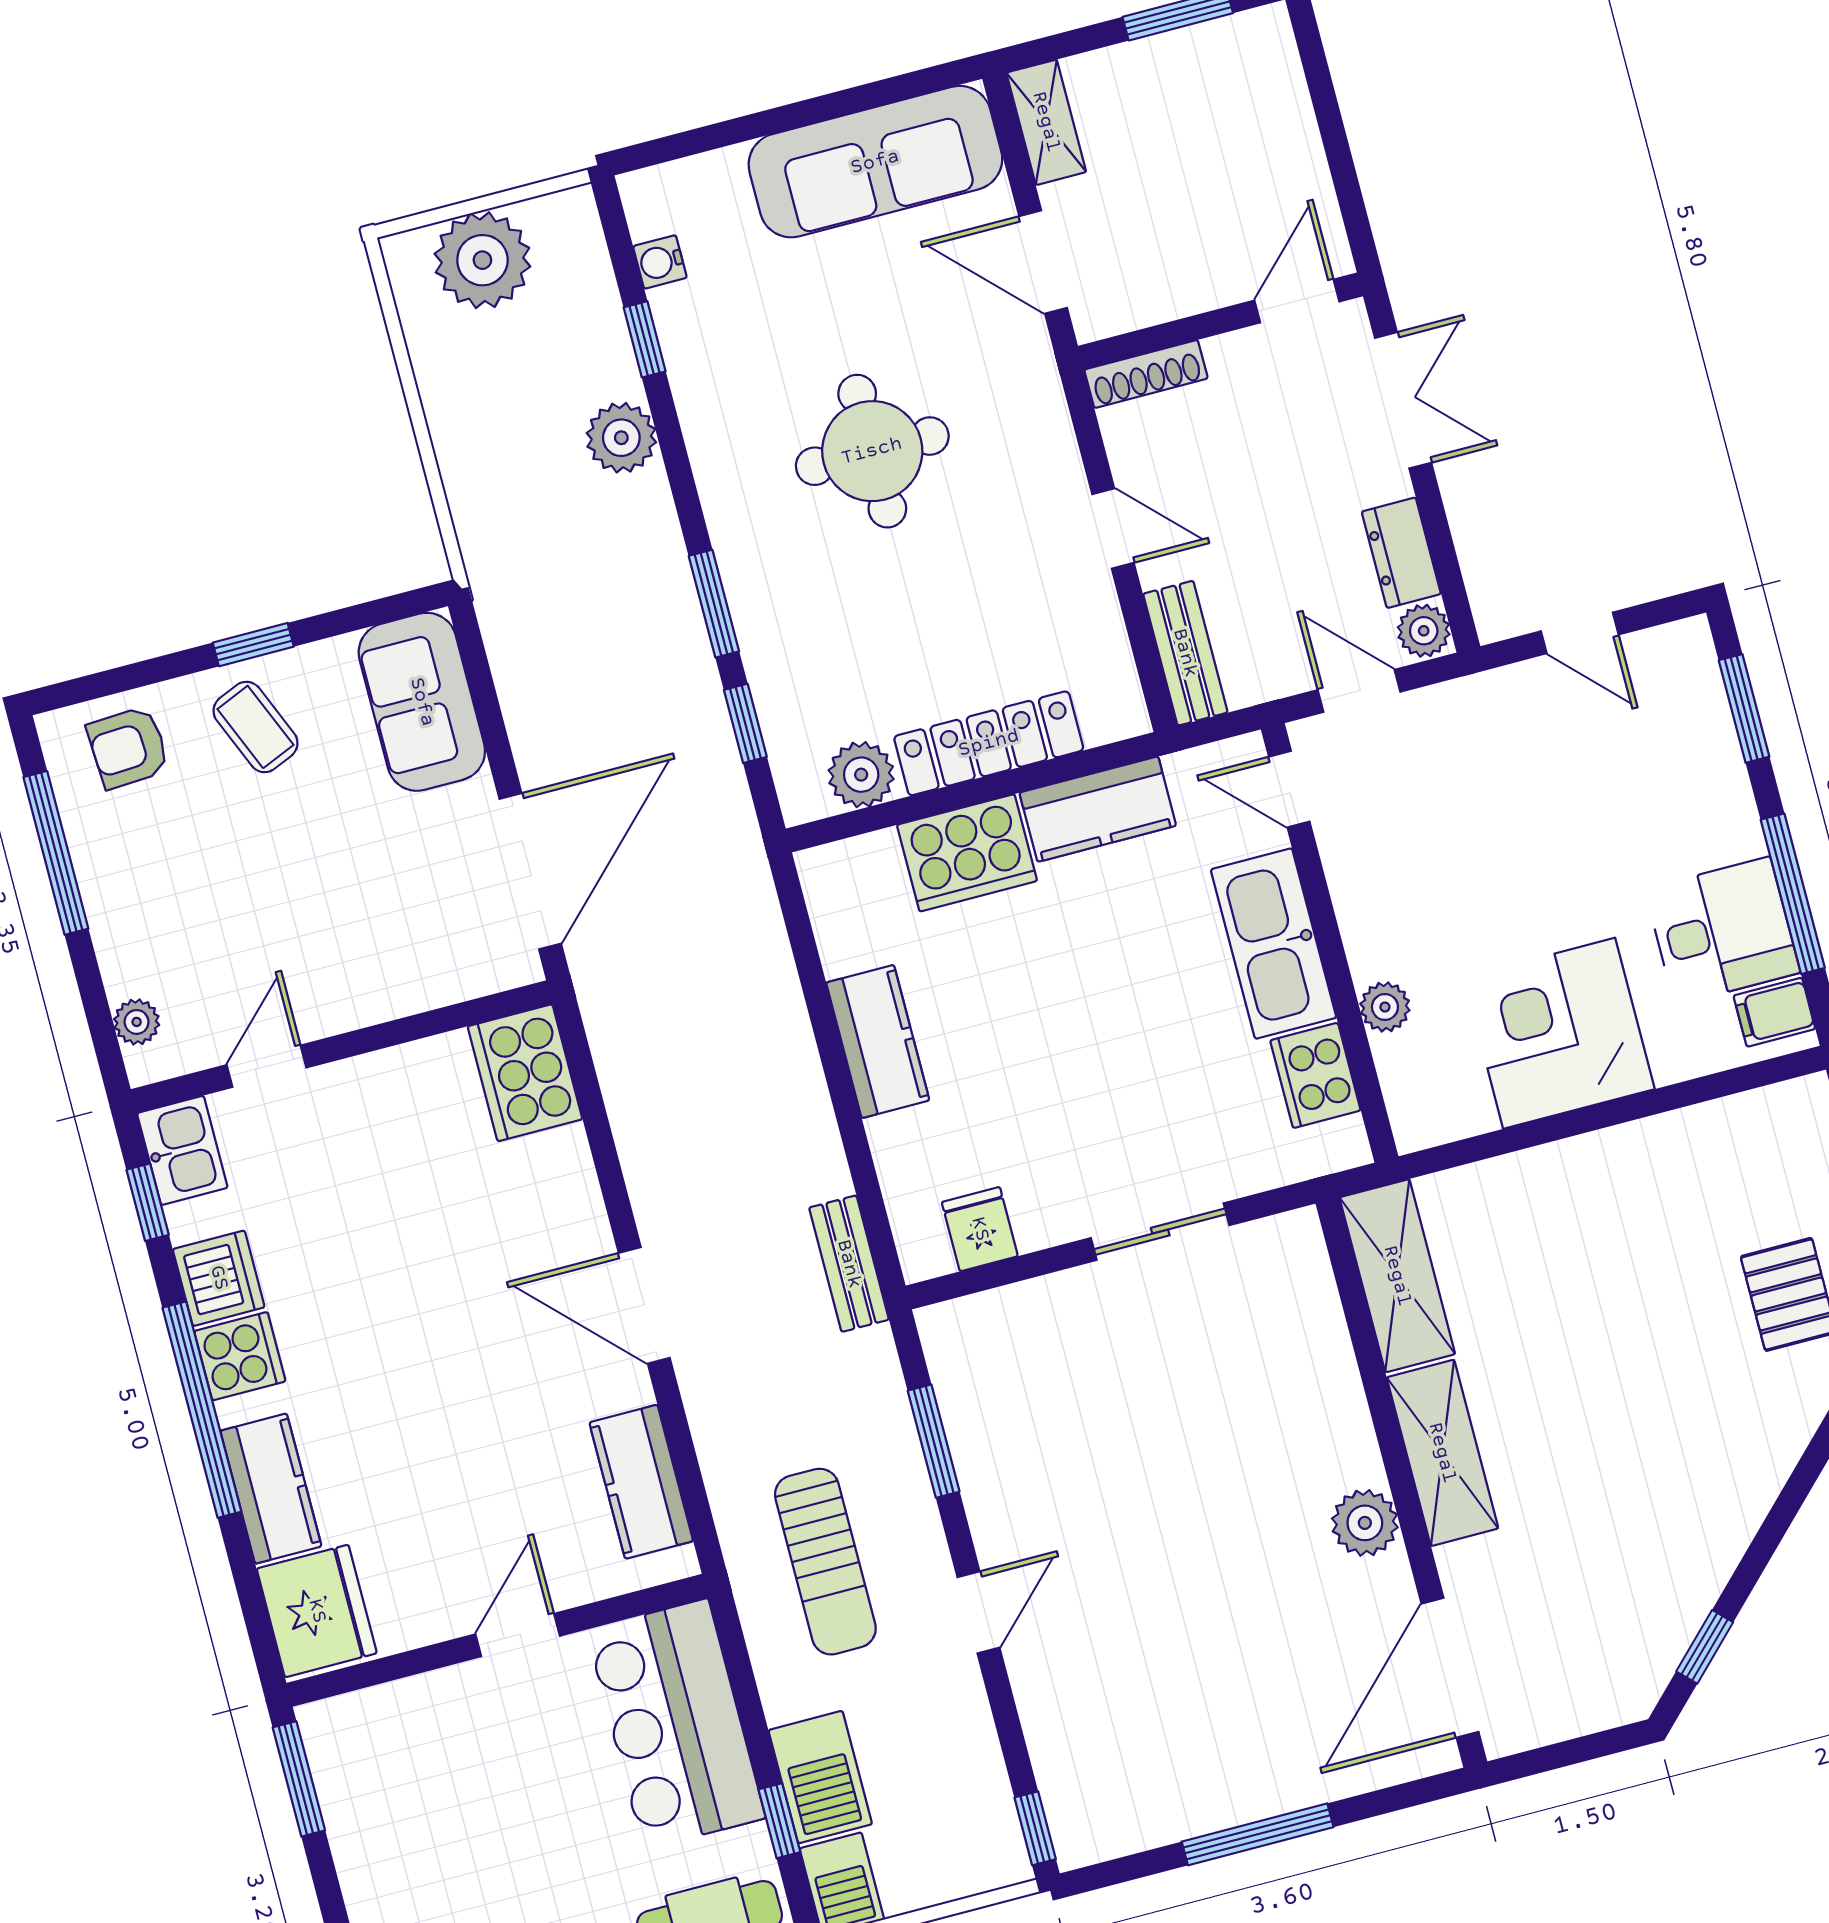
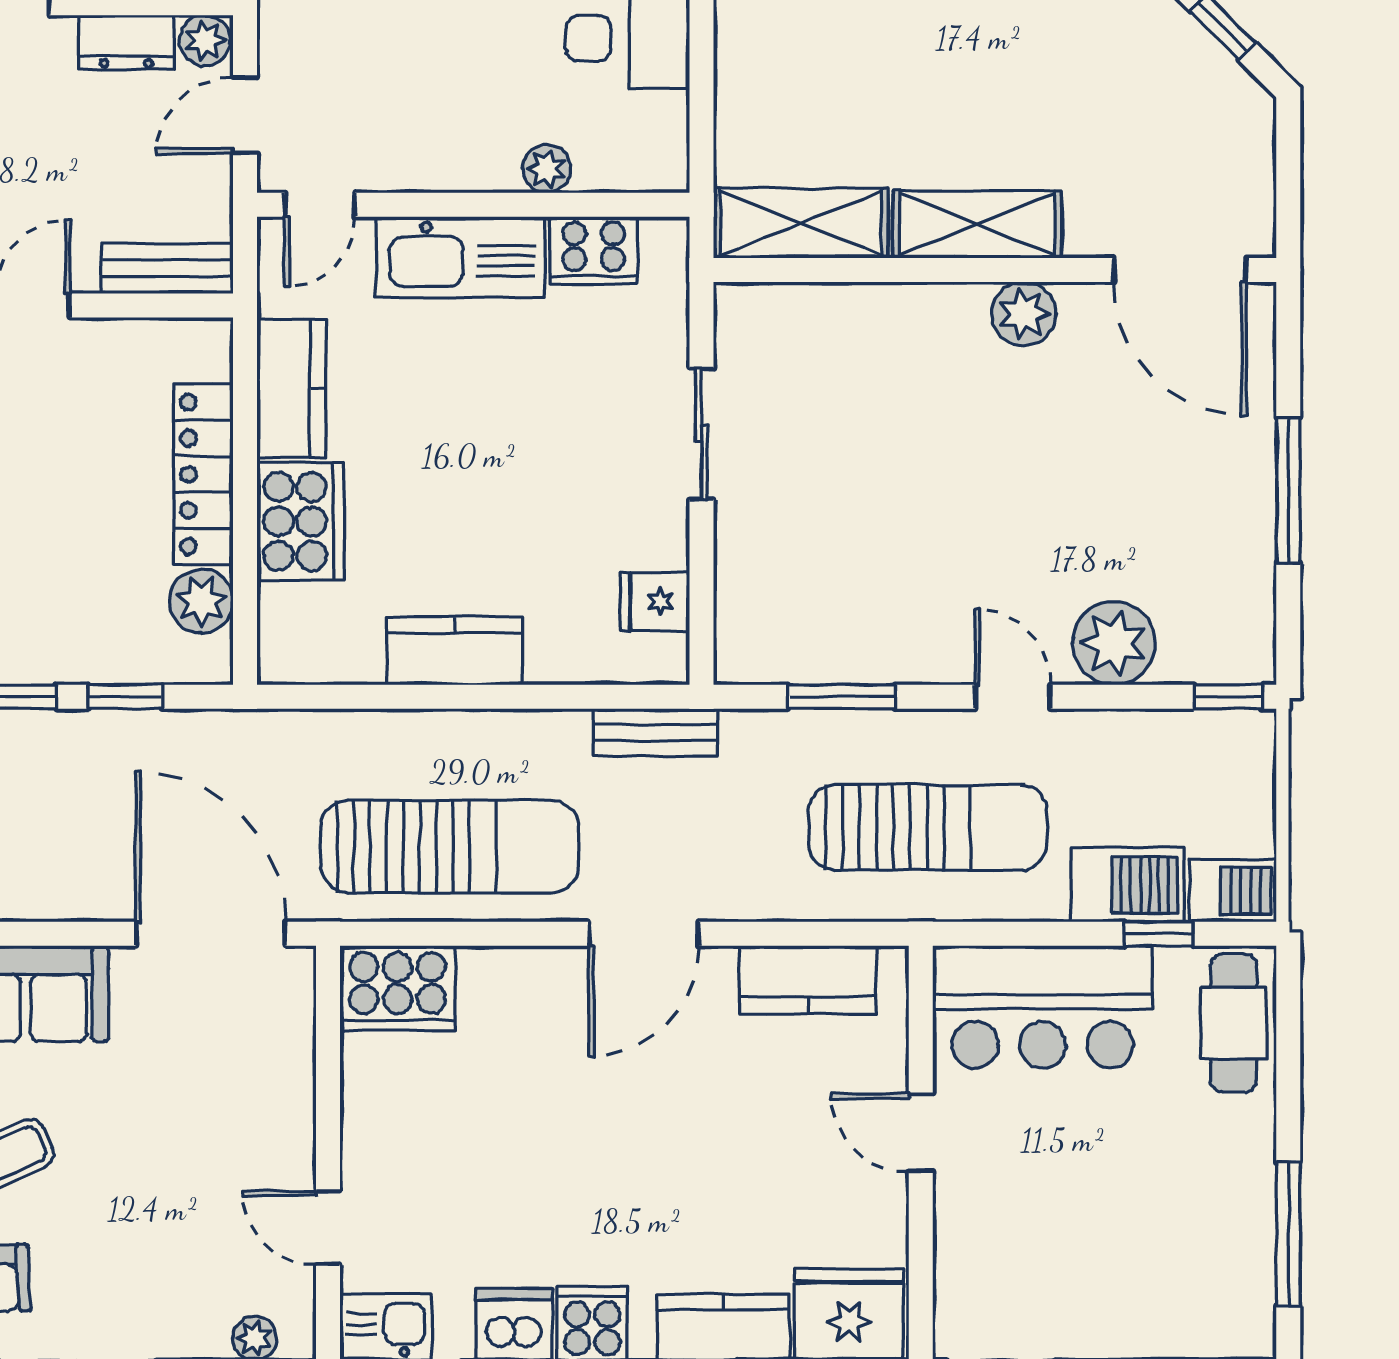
sun lounger: (680, 1088) -> (450, 847), added
sun lounger: (825, 1562) -> (928, 827), width x1.36, depth x1.34
plant: (1059, 1700) -> (1114, 643), added

